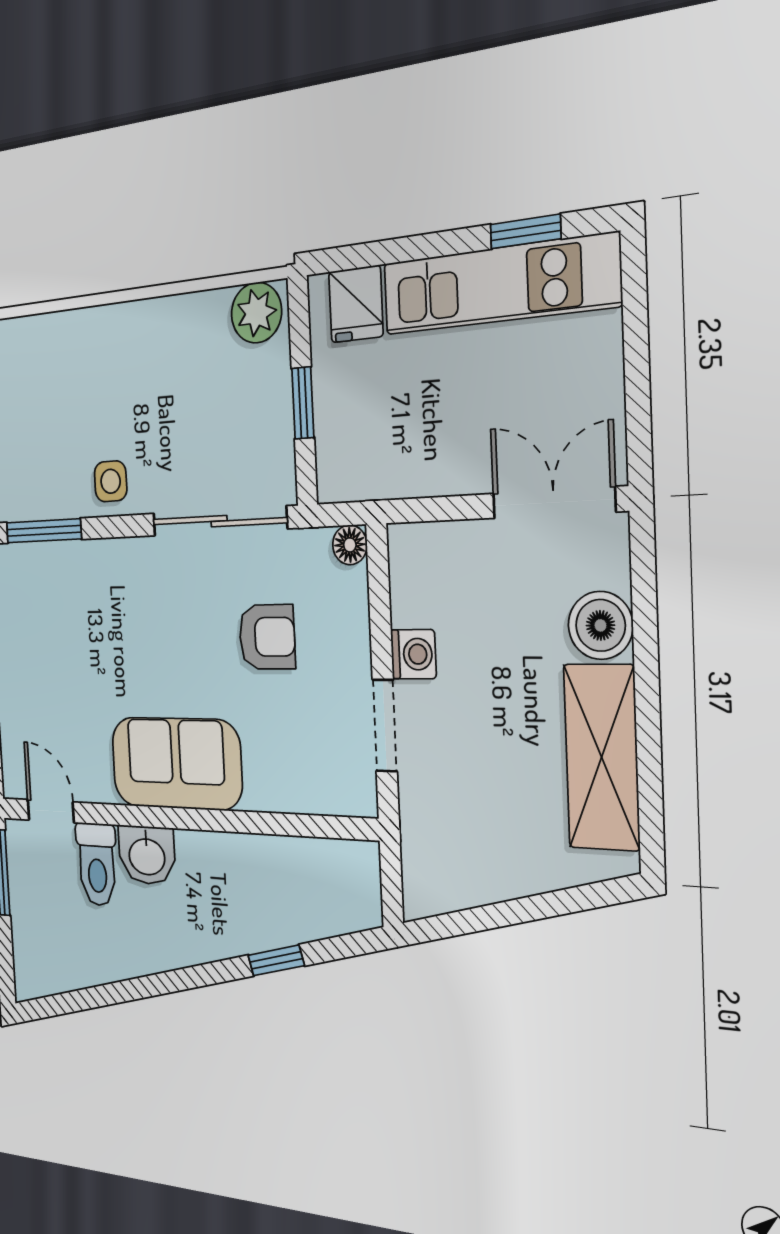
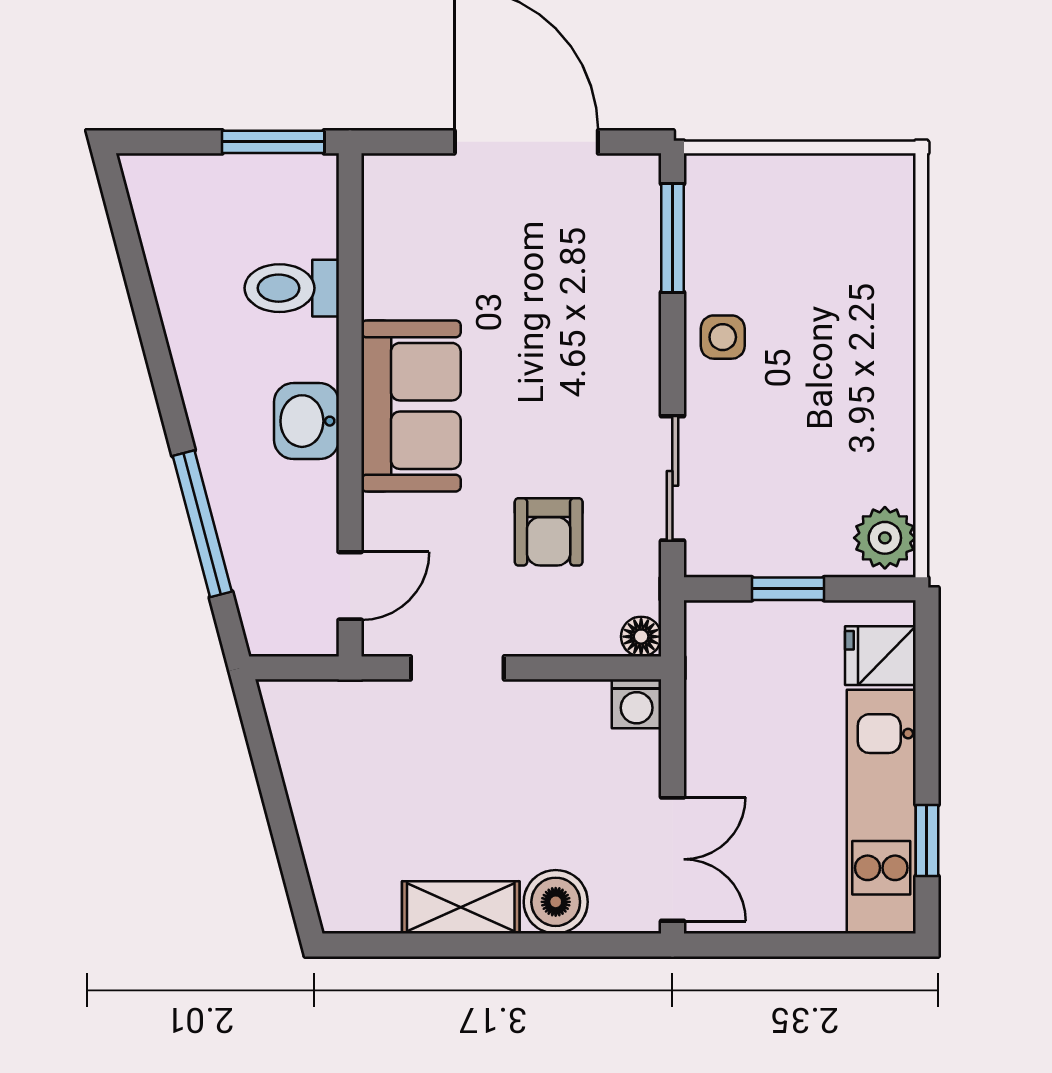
sliding door: (219, 521) -> (672, 478), width x0.73
washing machine: (413, 654) -> (637, 704), moved
shelving: (602, 757) -> (461, 907), width x0.67, depth x0.75
door: (51, 811) -> (350, 586), moved
washbasin: (147, 855) -> (306, 421), moved
window: (276, 960) -> (202, 524), width x2.17

